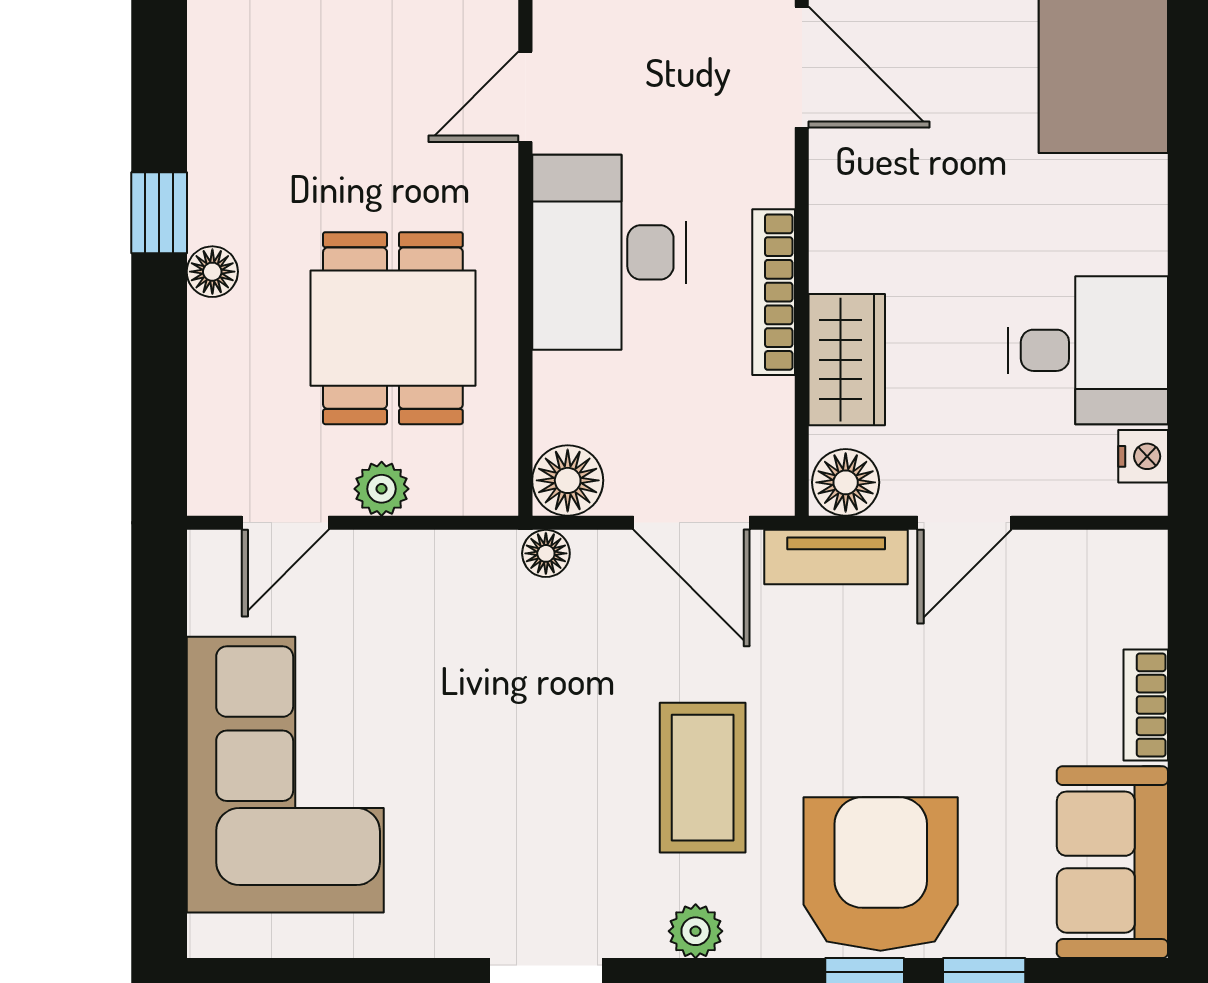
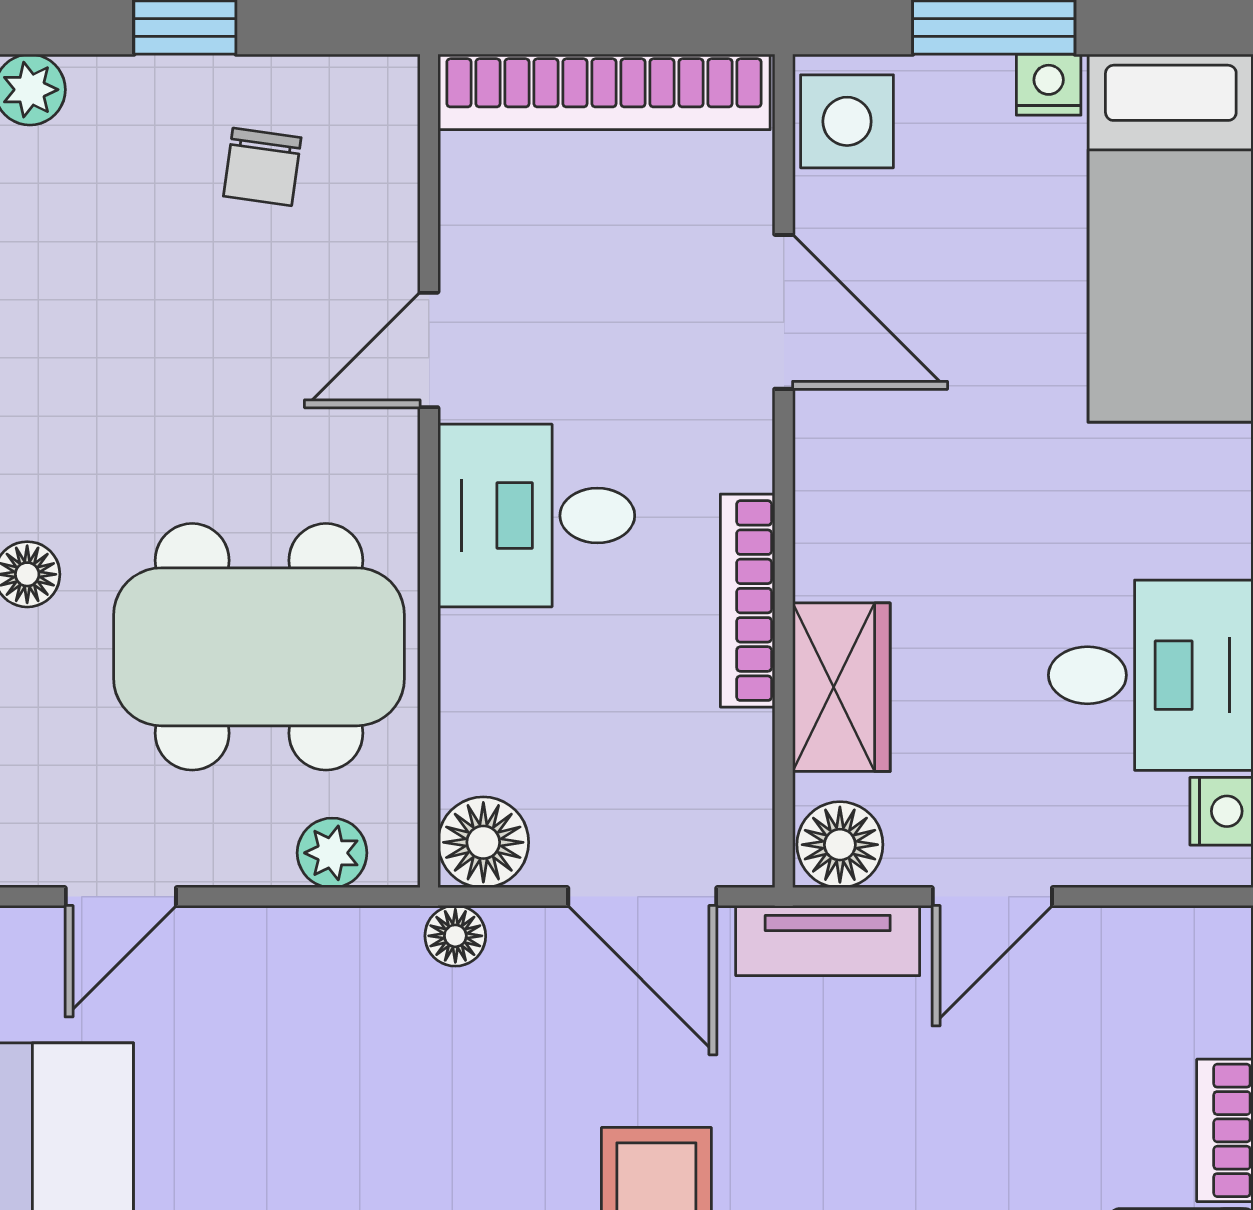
desk: (609, 252) -> (536, 516), width x0.73
dining table: (393, 328) -> (259, 647), width x1.38
plant: (382, 489) -> (332, 853), moved

